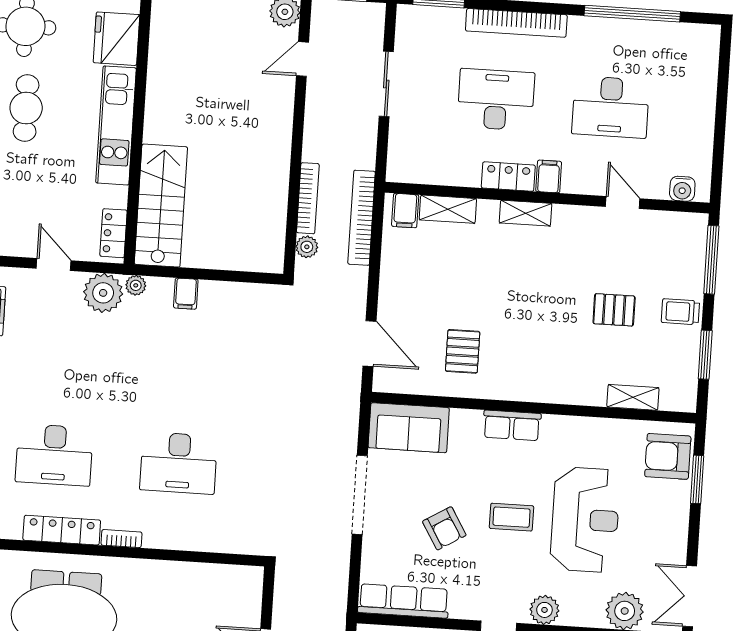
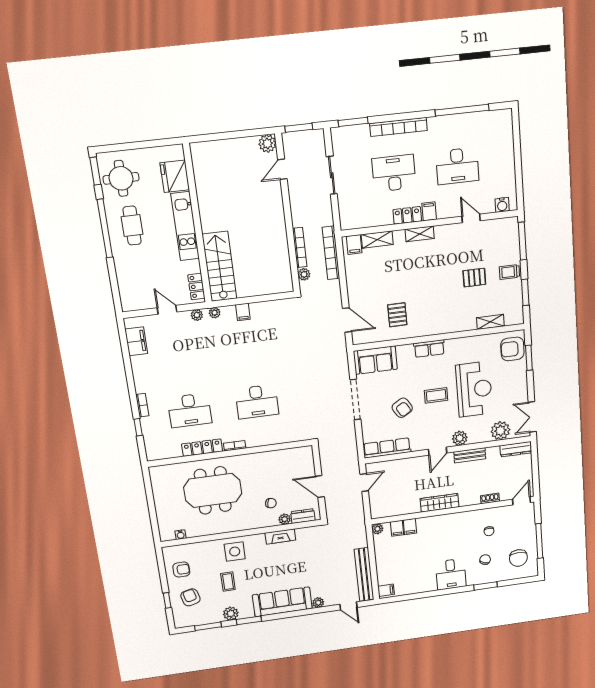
plant: (103, 293) -> (197, 315), width x0.53, depth x0.53

